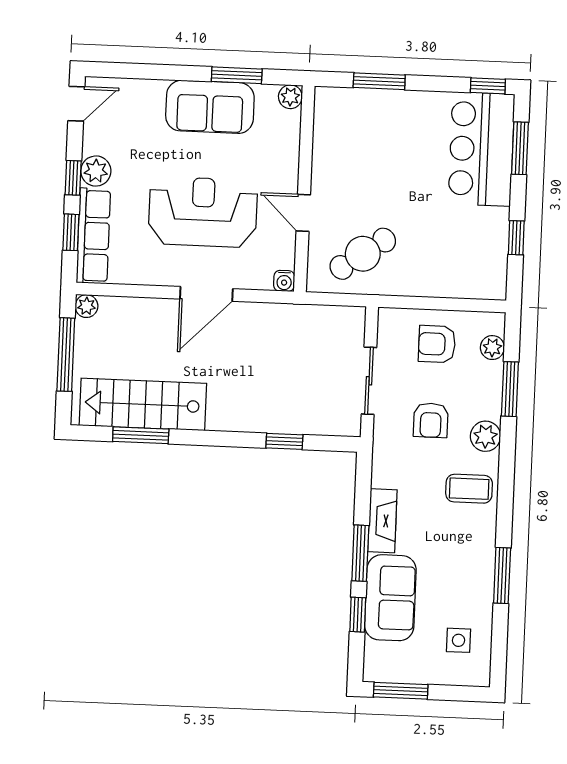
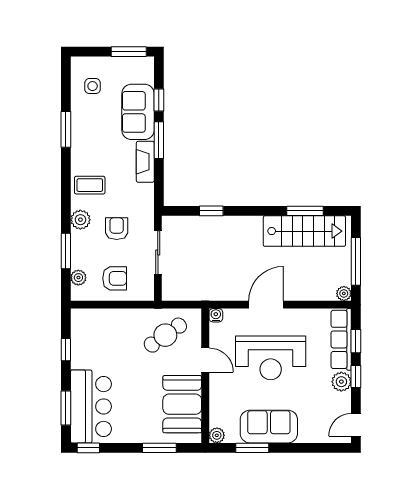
booth: (341, 147) -> (182, 404), added

